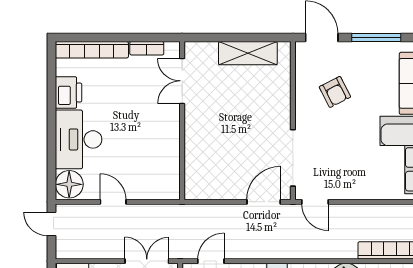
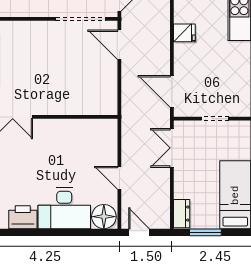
door: (113, 202) -> (119, 178), hinge flipped
door: (51, 224) -> (139, 232), swing flipped
door: (211, 261) -> (172, 91), width x1.38

